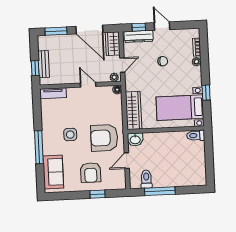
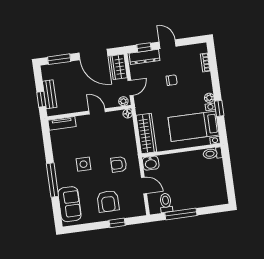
plant: (196, 62) -> (209, 98), moved
armchair: (104, 138) -> (119, 164), width x0.53, depth x0.53
door: (127, 161) -> (144, 186), swing flipped

